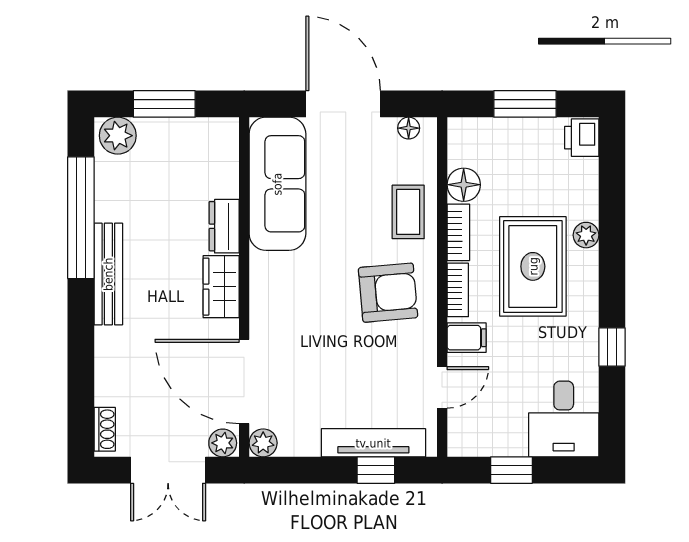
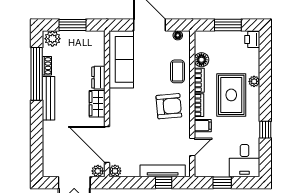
shoe rack: (105, 429) -> (47, 66), moved

